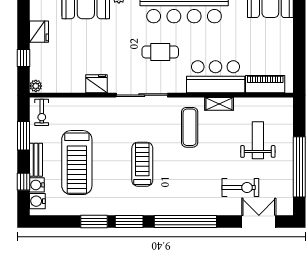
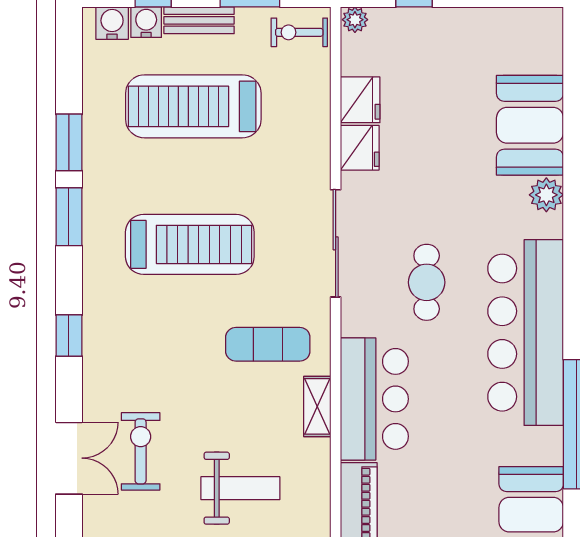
fridge: (39, 32) -> (360, 100), moved, turned -90
treadmill: (142, 164) -> (190, 244), width x1.37, depth x1.38
exercise bike: (240, 188) -> (141, 451), turned 180
window: (185, 221) -> (69, 336), width x0.32
double door: (259, 221) -> (69, 458), moved

